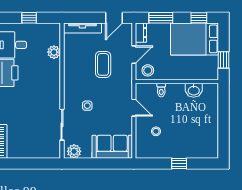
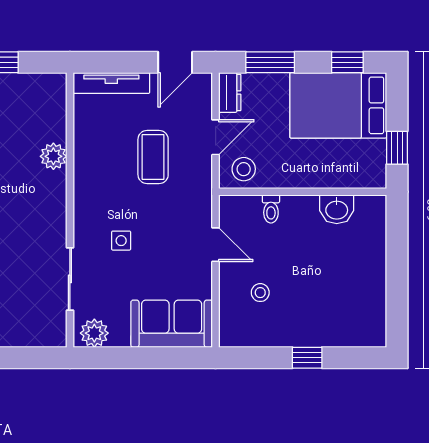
plant: (54, 52) -> (53, 156), moved

